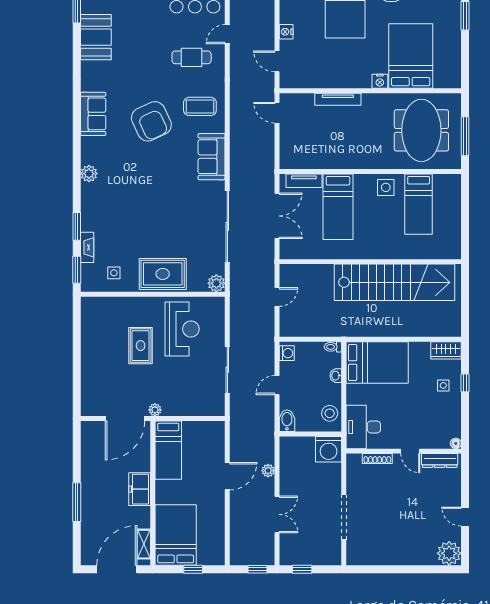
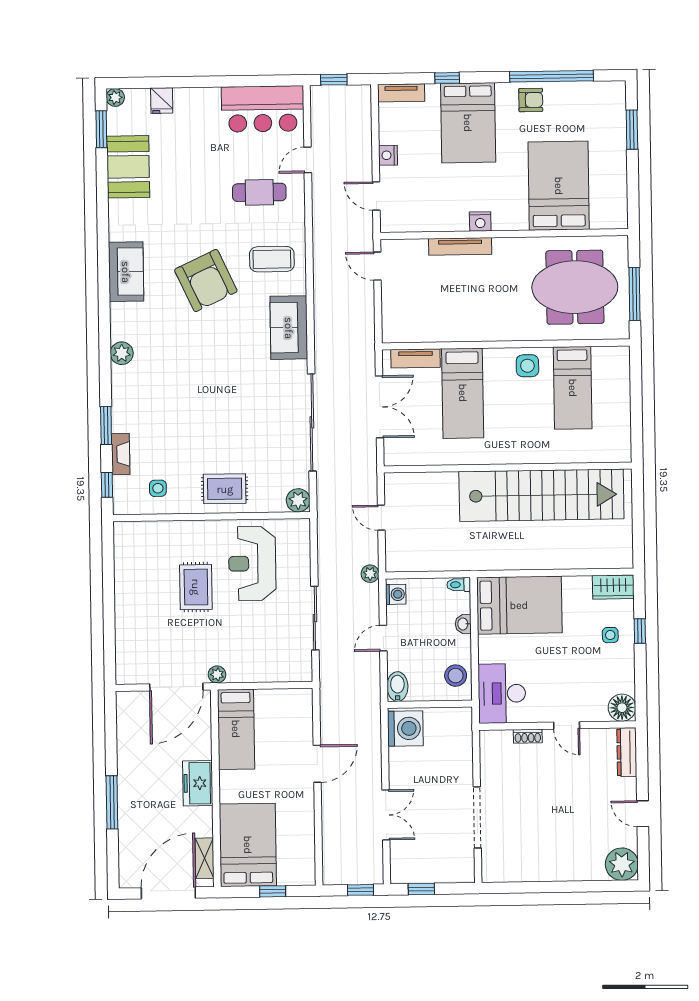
nightstand: (380, 81) -> (480, 222), moved
meeting table: (421, 130) -> (575, 287), turned 90
window: (77, 270) -> (107, 485), width x0.67
rug: (163, 274) -> (225, 489), width x0.73, depth x0.70
door: (277, 297) -> (381, 518), swing flipped
reception desk: (182, 329) -> (252, 564), turned 180
floor lamp: (456, 443) -> (622, 708), width x1.89, depth x1.89
washing machine: (329, 449) -> (405, 728), moved, turned -90
shoe rack: (377, 458) -> (528, 736), width x0.70
dresser: (440, 460) -> (627, 752), moved, turned 90
plant: (268, 471) -> (370, 574), moved

